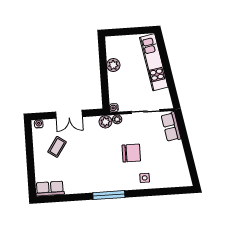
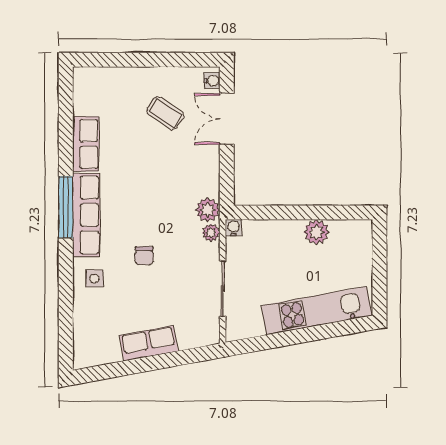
double door: (69, 114) -> (227, 119), moved
row of seats: (171, 127) -> (149, 343), moved
chair: (131, 153) -> (144, 256), width x0.54, depth x0.54
row of seats: (112, 184) -> (86, 215), added
row of seats: (50, 189) -> (86, 144), moved

